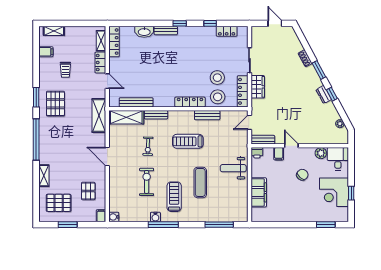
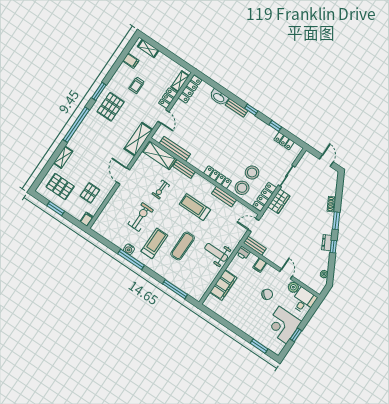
door: (291, 146) -> (286, 274), moved
water cooler: (114, 217) -> (96, 227), removed

